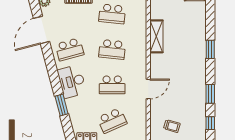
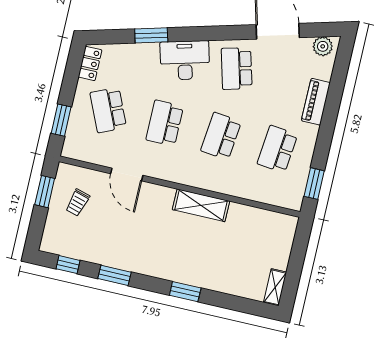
shelving: (156, 36) -> (201, 205), moved
door: (148, 89) -> (127, 174), moved

